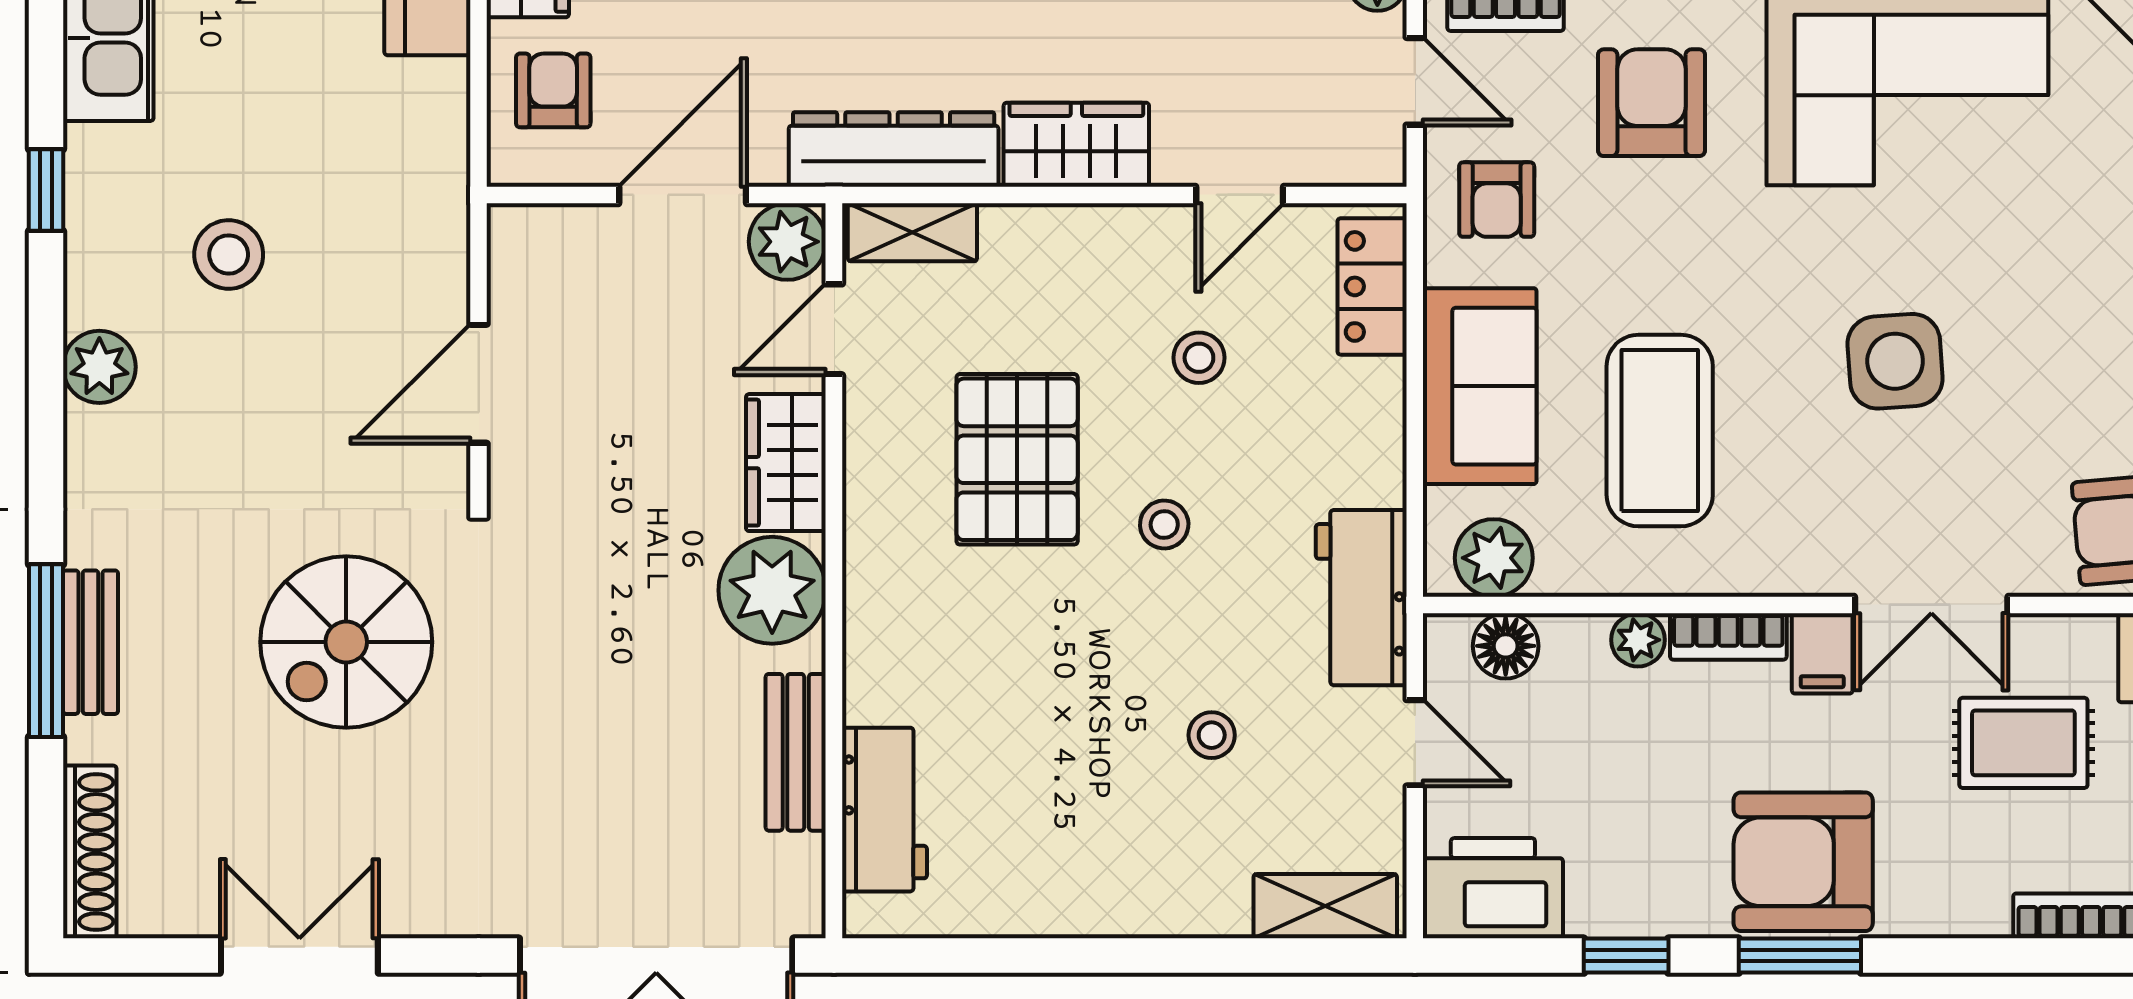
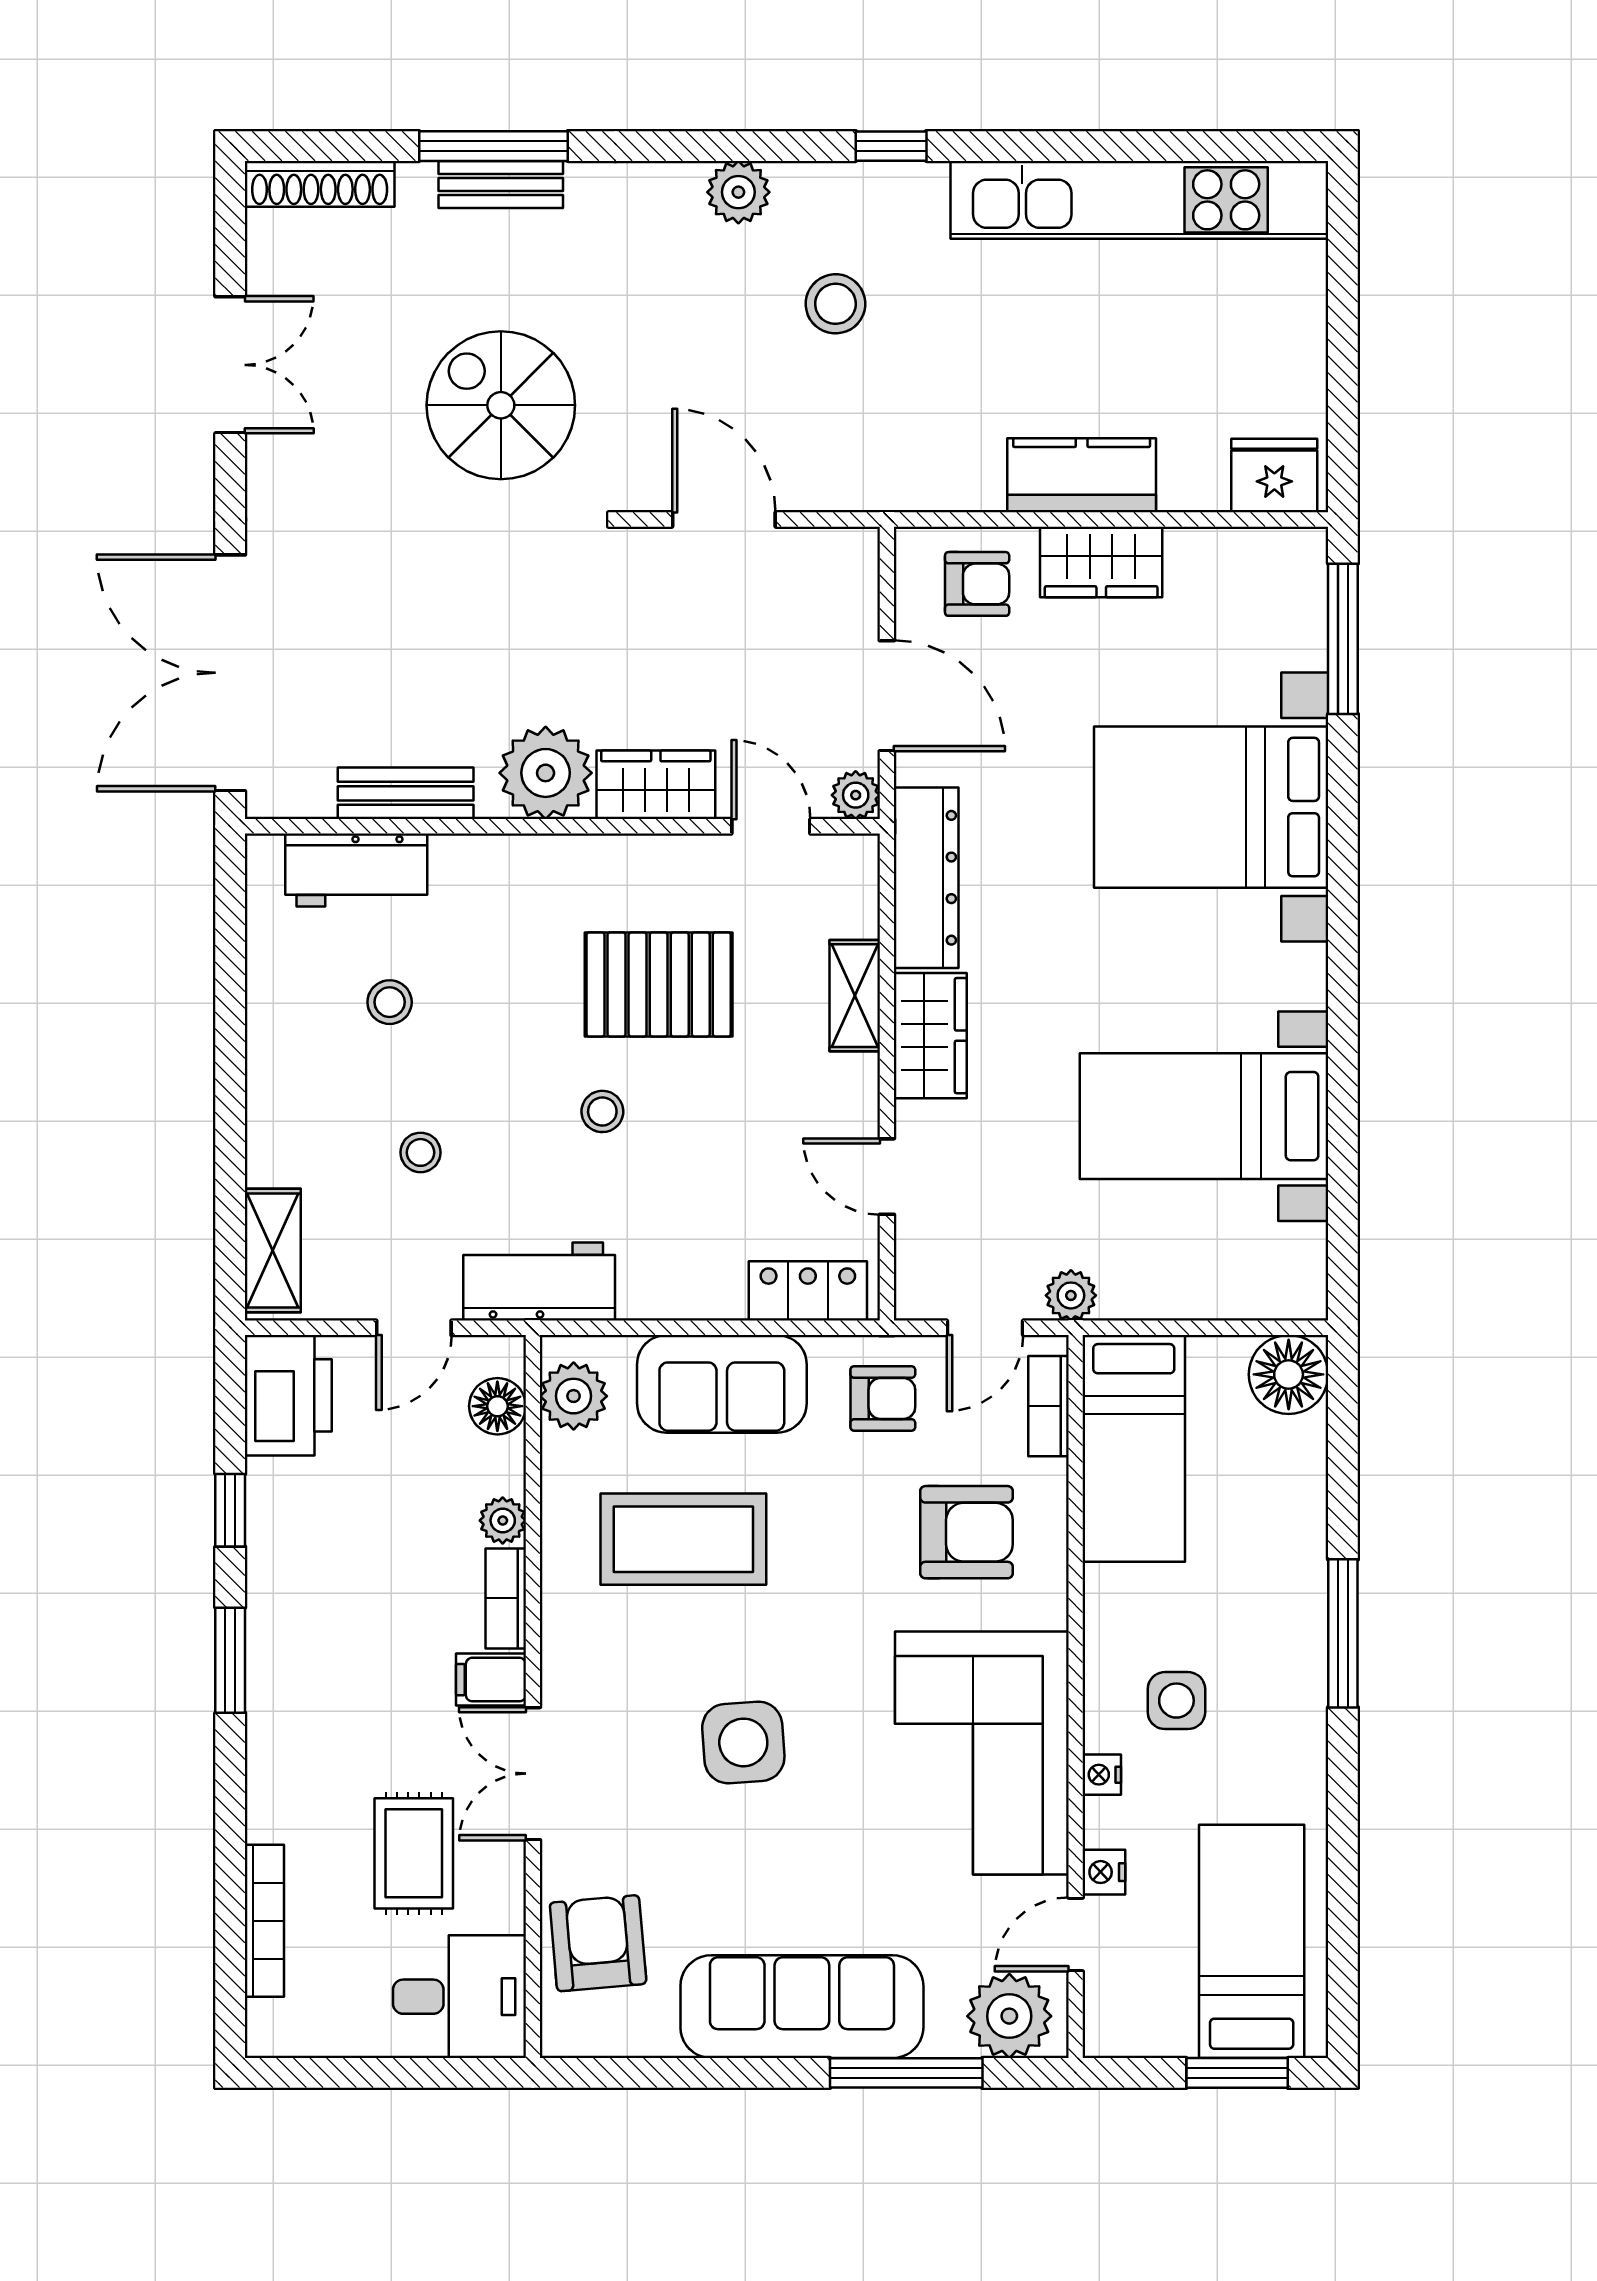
armchair: (1497, 200) -> (883, 1398), turned 180
shelving: (912, 232) -> (855, 996), moved
plant: (787, 242) -> (856, 795), width x0.73, depth x0.73
stool: (1199, 358) -> (390, 1002), moved
armchair: (1803, 862) -> (311, 1663), removed

